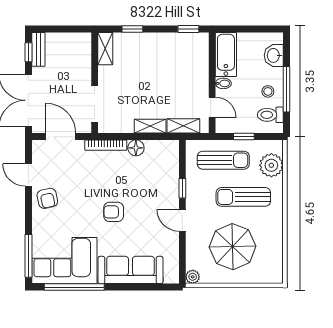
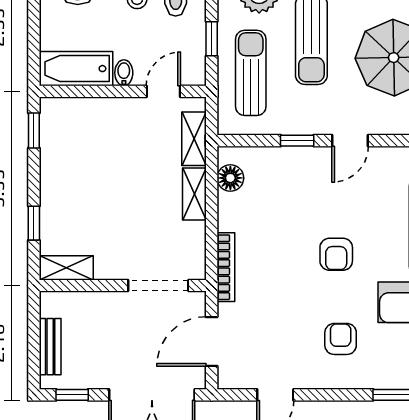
bench: (38, 49) -> (50, 347), moved, turned 90
floor lamp: (136, 148) -> (230, 178), moved
armchair: (47, 198) -> (341, 339), moved, turned -78

